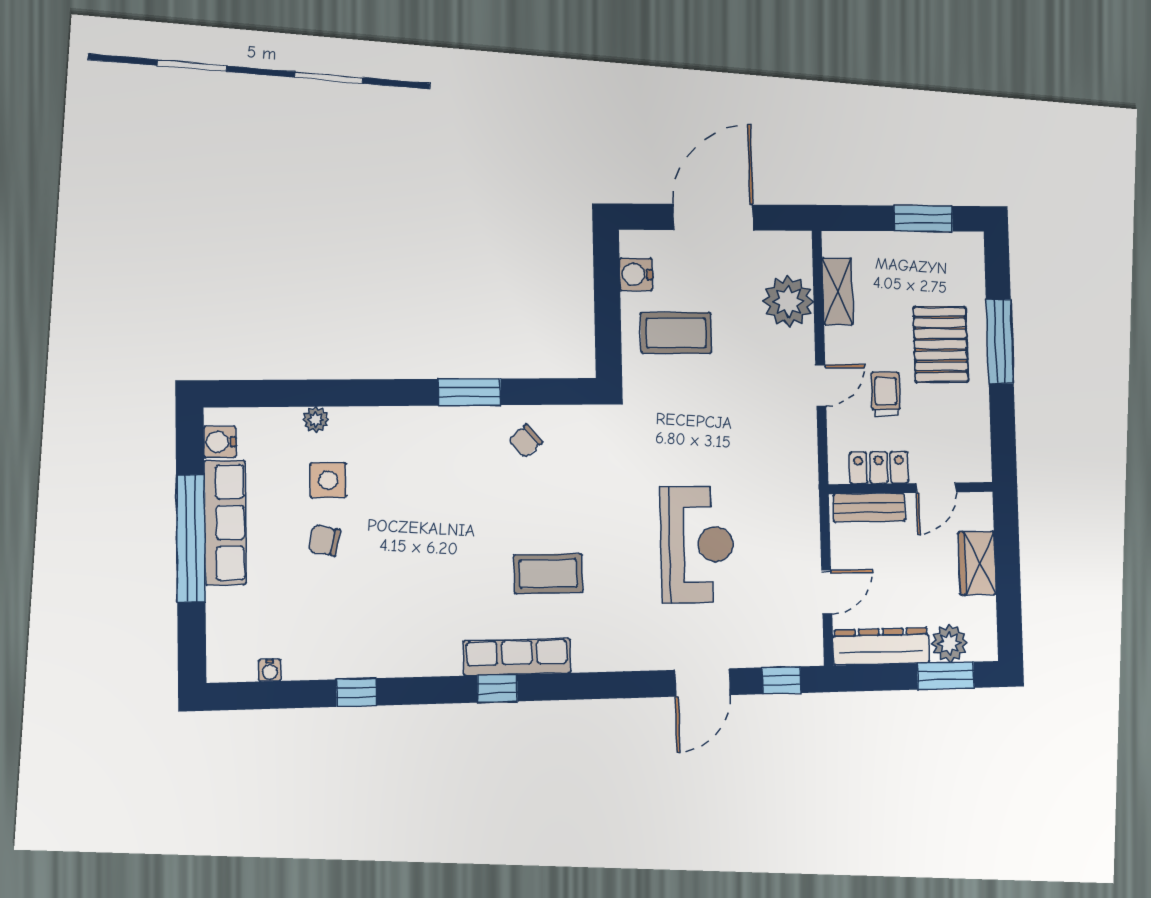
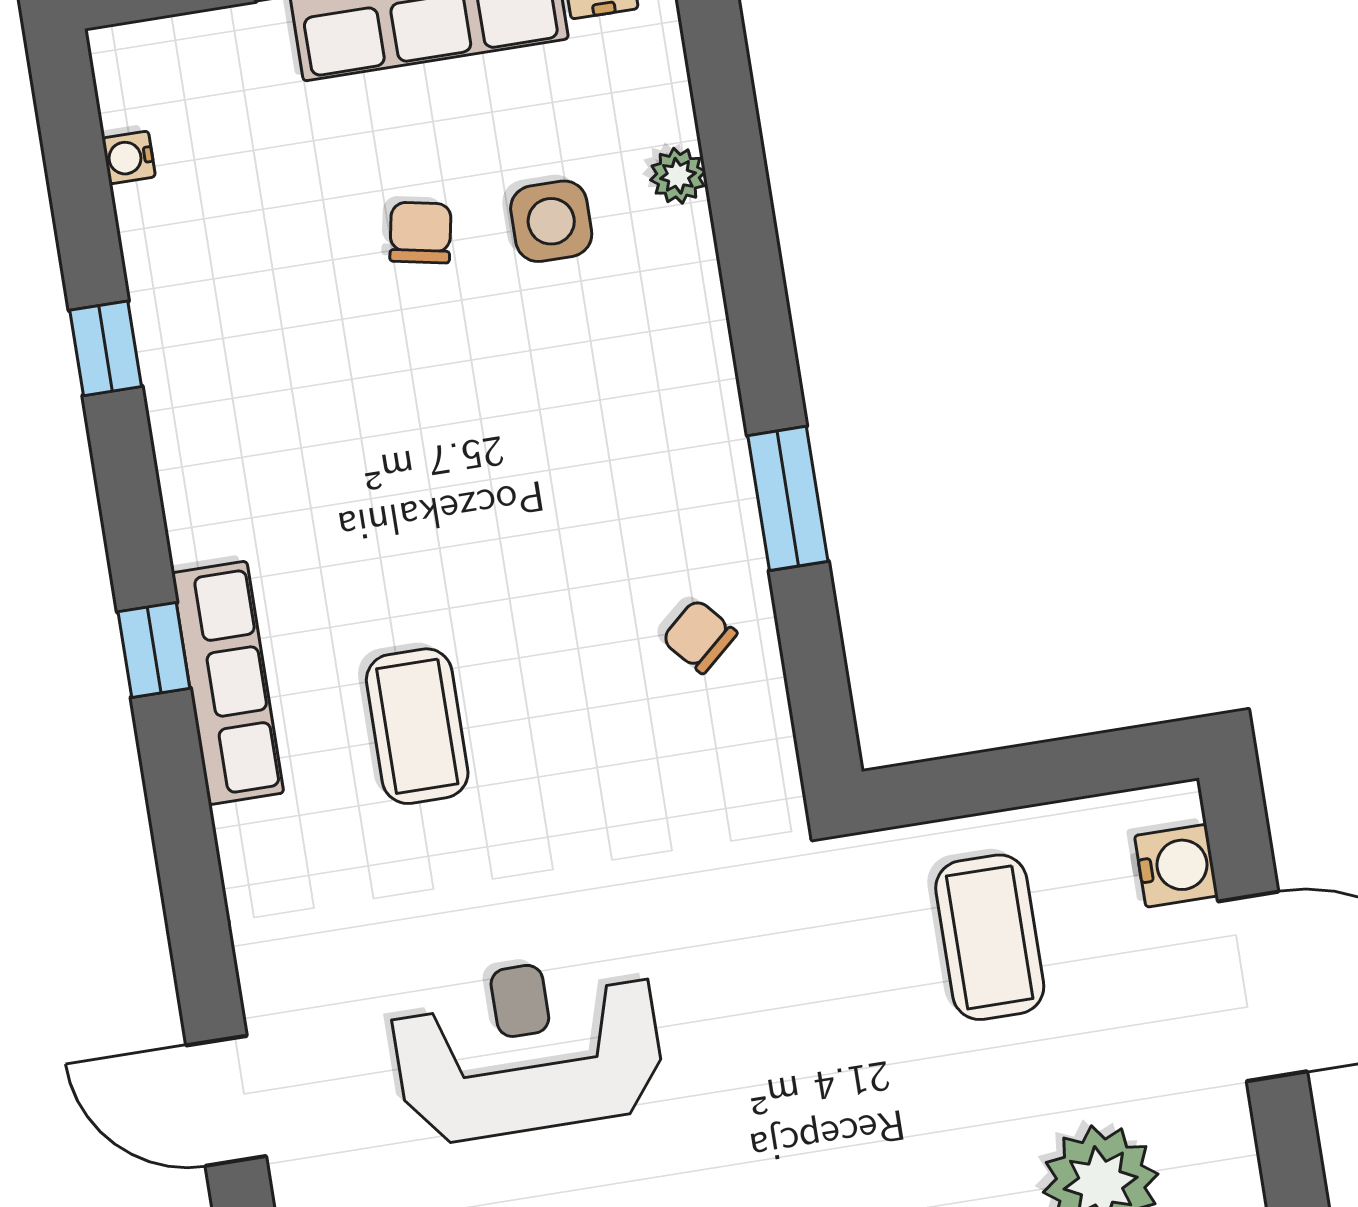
water cooler: (636, 274) -> (1176, 866), moved, turned 90
reception desk: (697, 545) -> (527, 1048), turned 180

